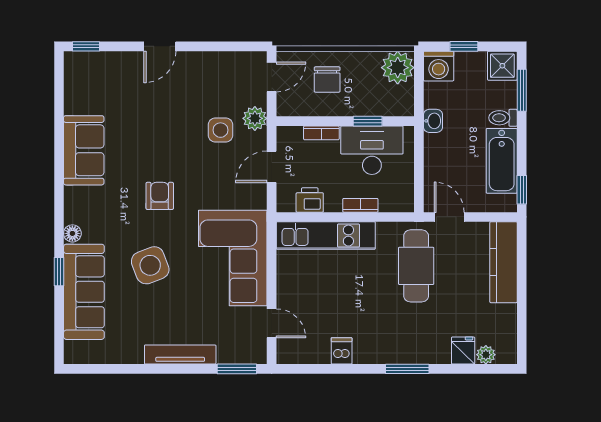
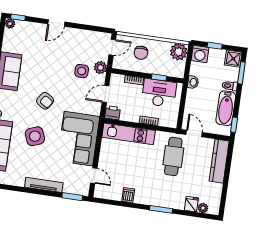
plant: (73, 60) -> (10, 24), added
armchair: (160, 196) -> (45, 101), turned 123
printer: (310, 200) -> (112, 113), moved

